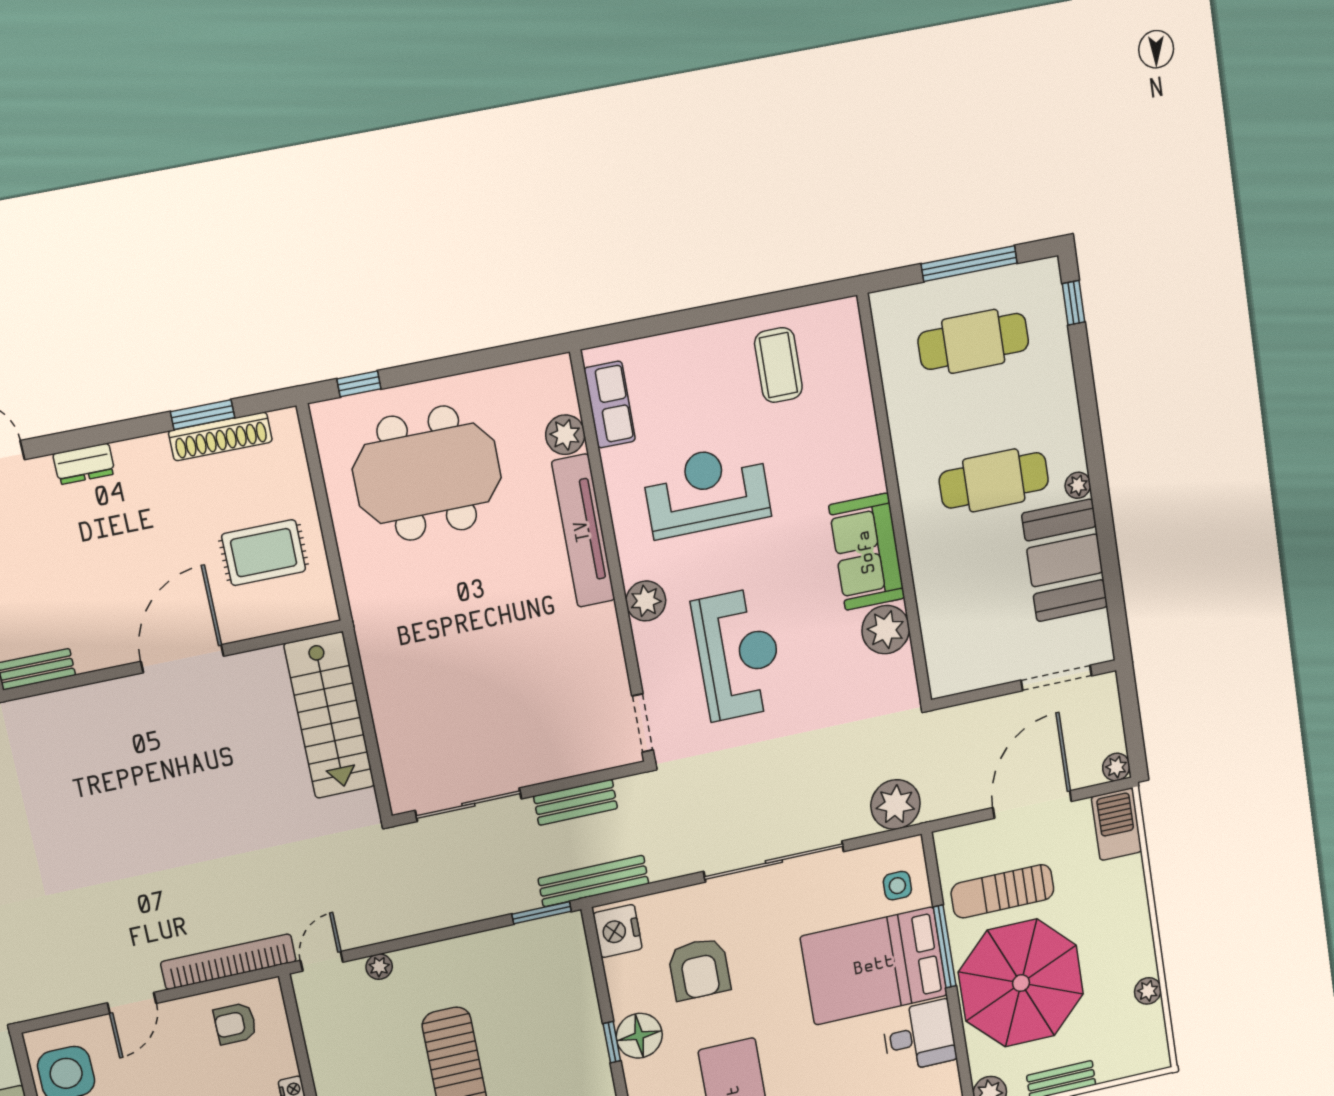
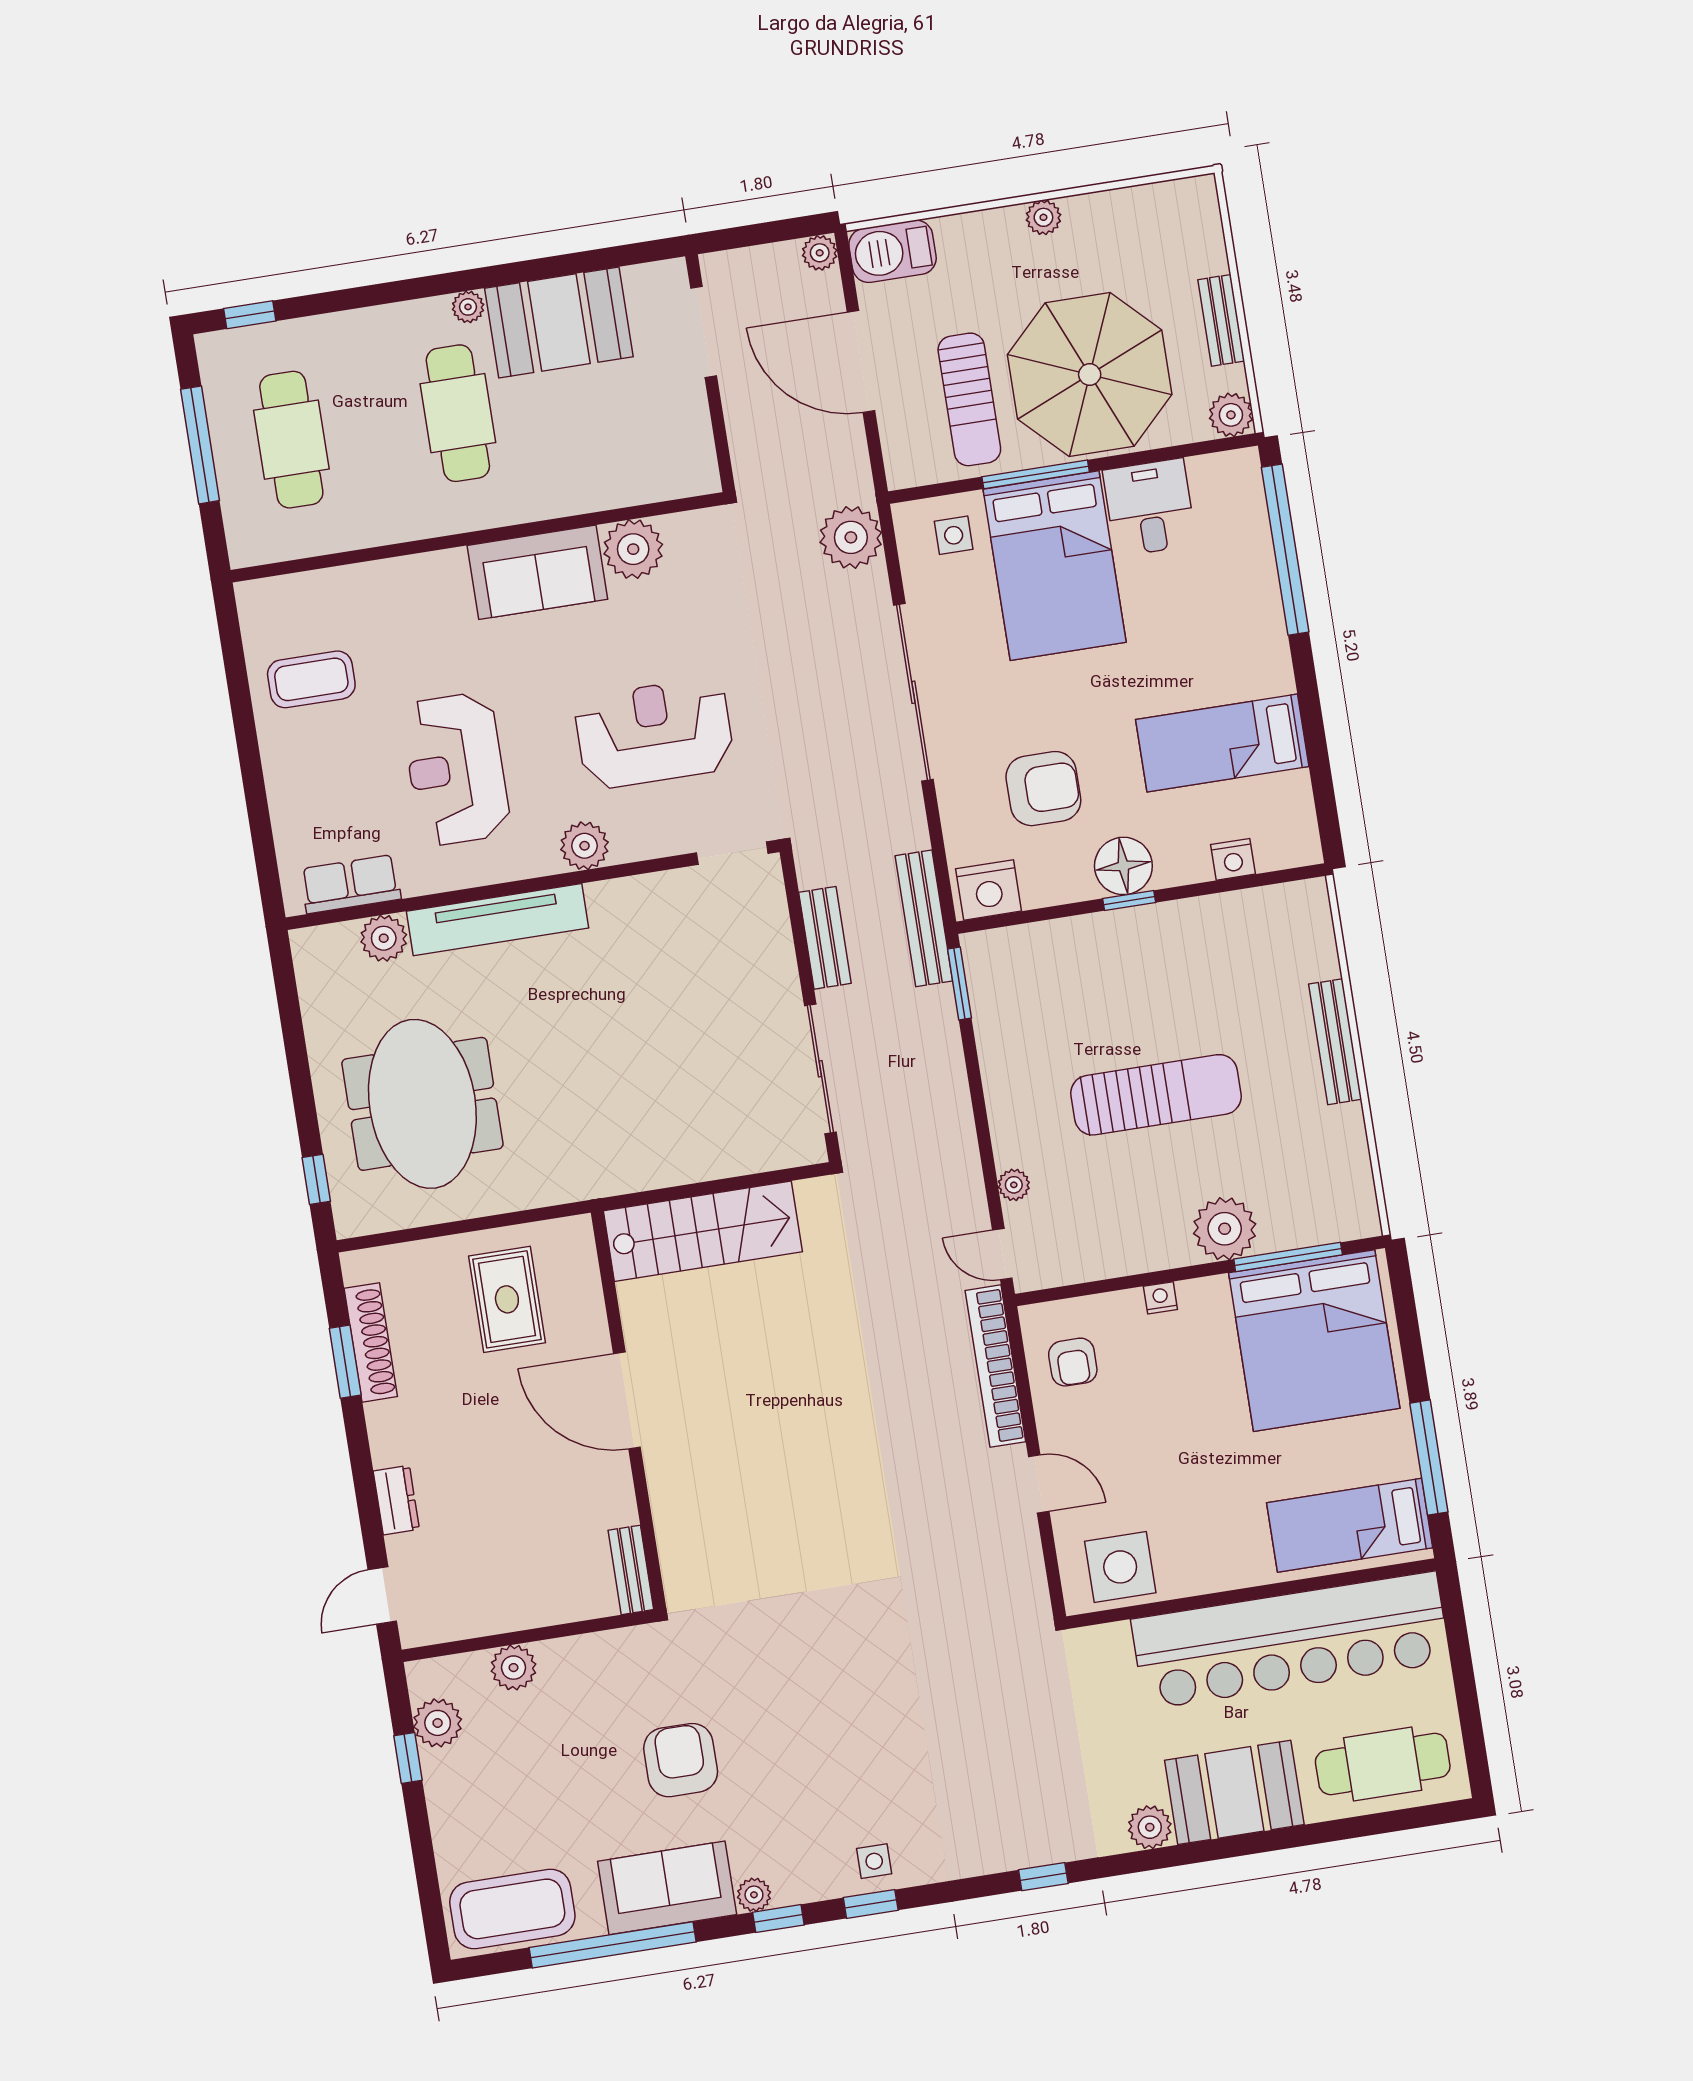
plant: (1148, 991) -> (1043, 217), moved

